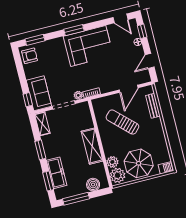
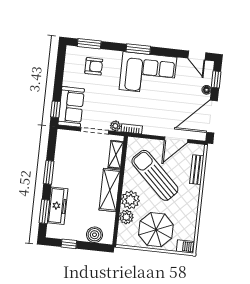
armchair: (30, 56) -> (94, 66), moved
door: (150, 61) -> (212, 117), width x1.87
sun lounger: (122, 122) -> (155, 175), width x1.36, depth x1.34
shelving: (42, 124) -> (116, 155), moved
plant: (118, 175) -> (130, 200), moved
window: (76, 199) -> (69, 244), width x0.46

